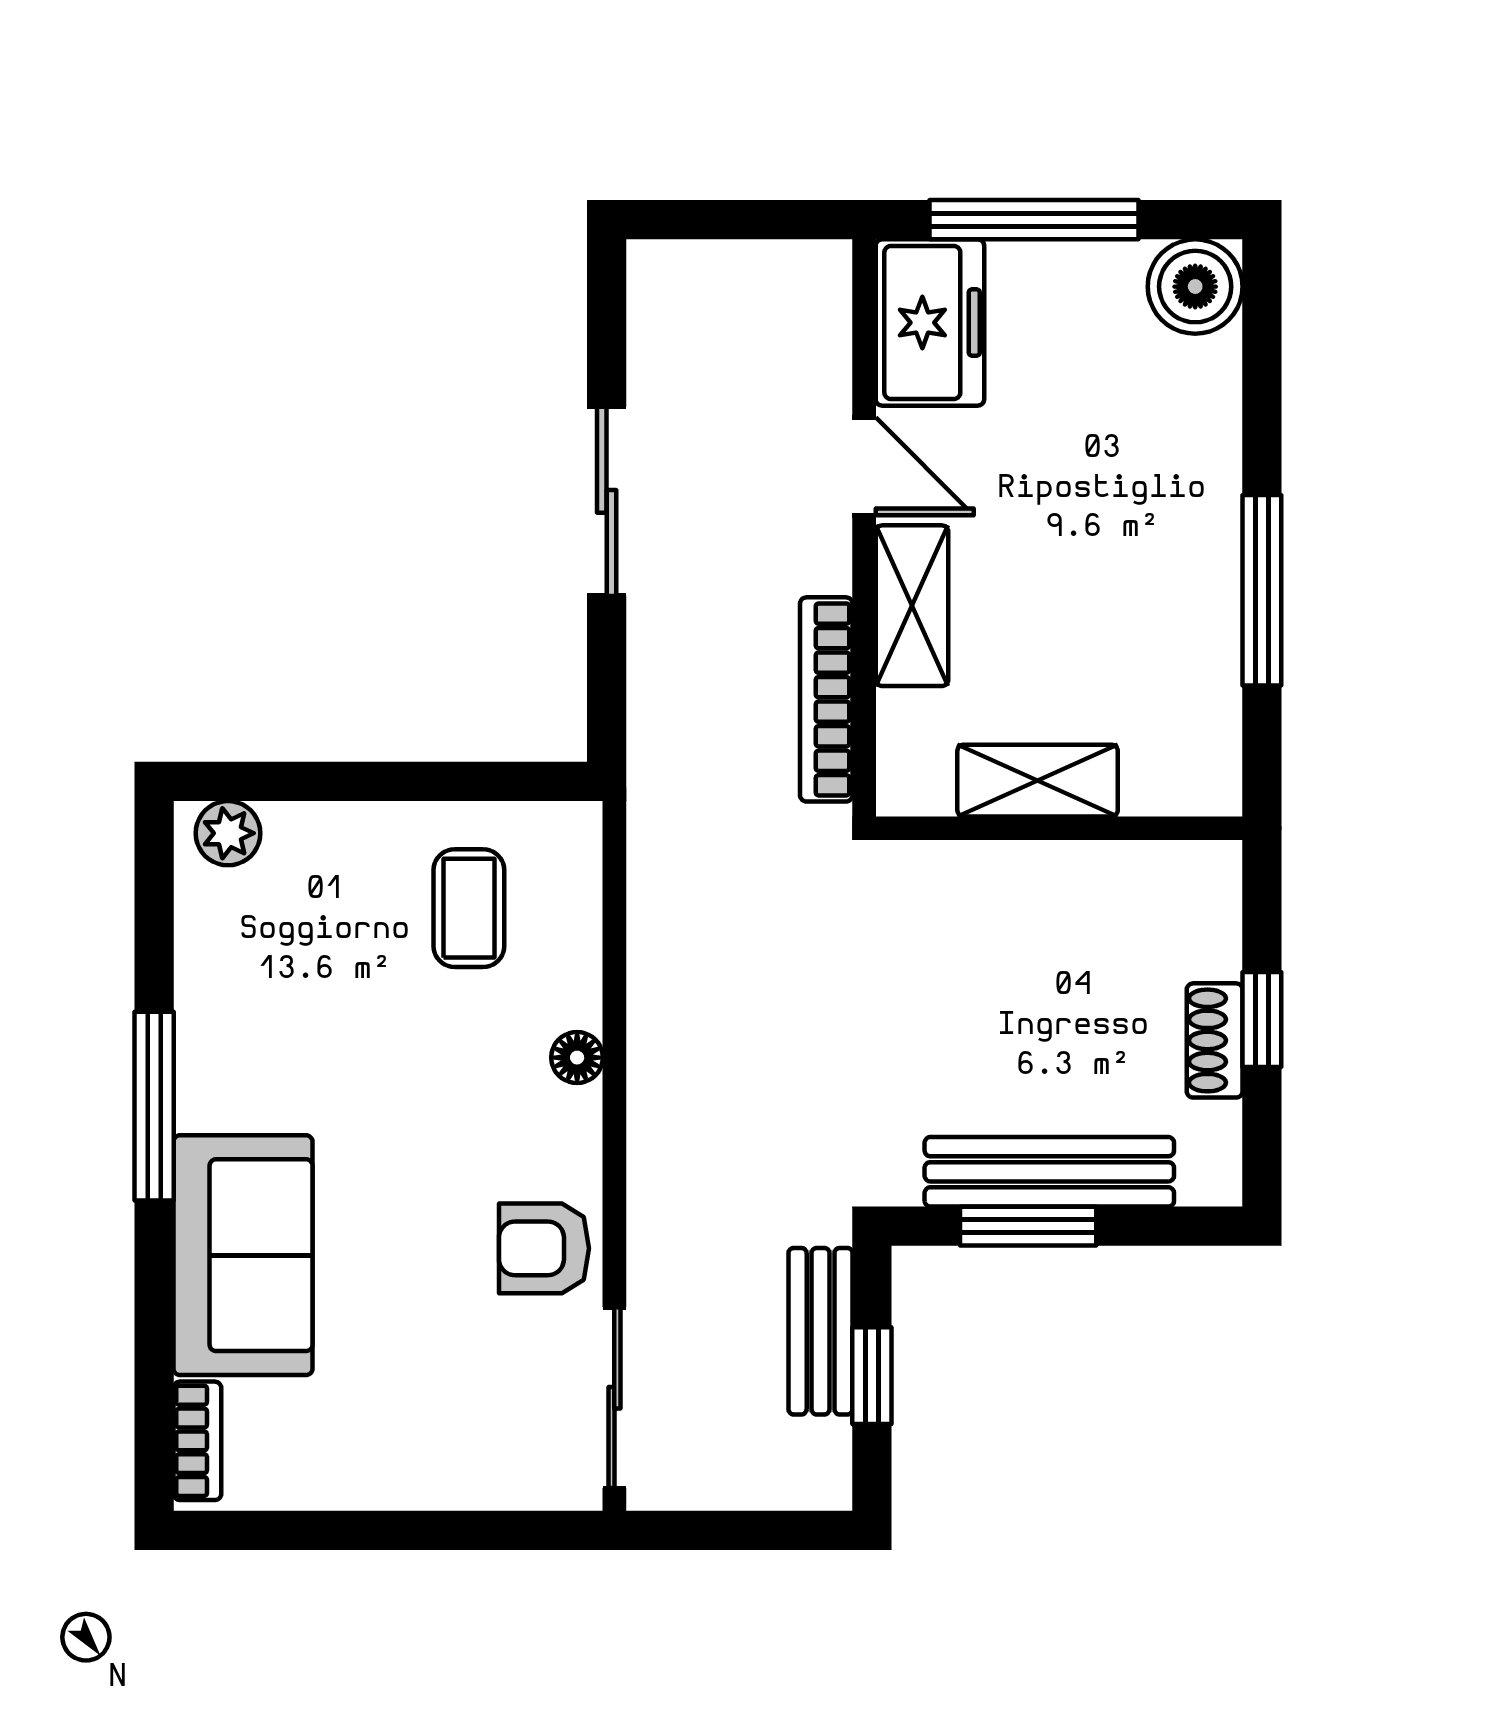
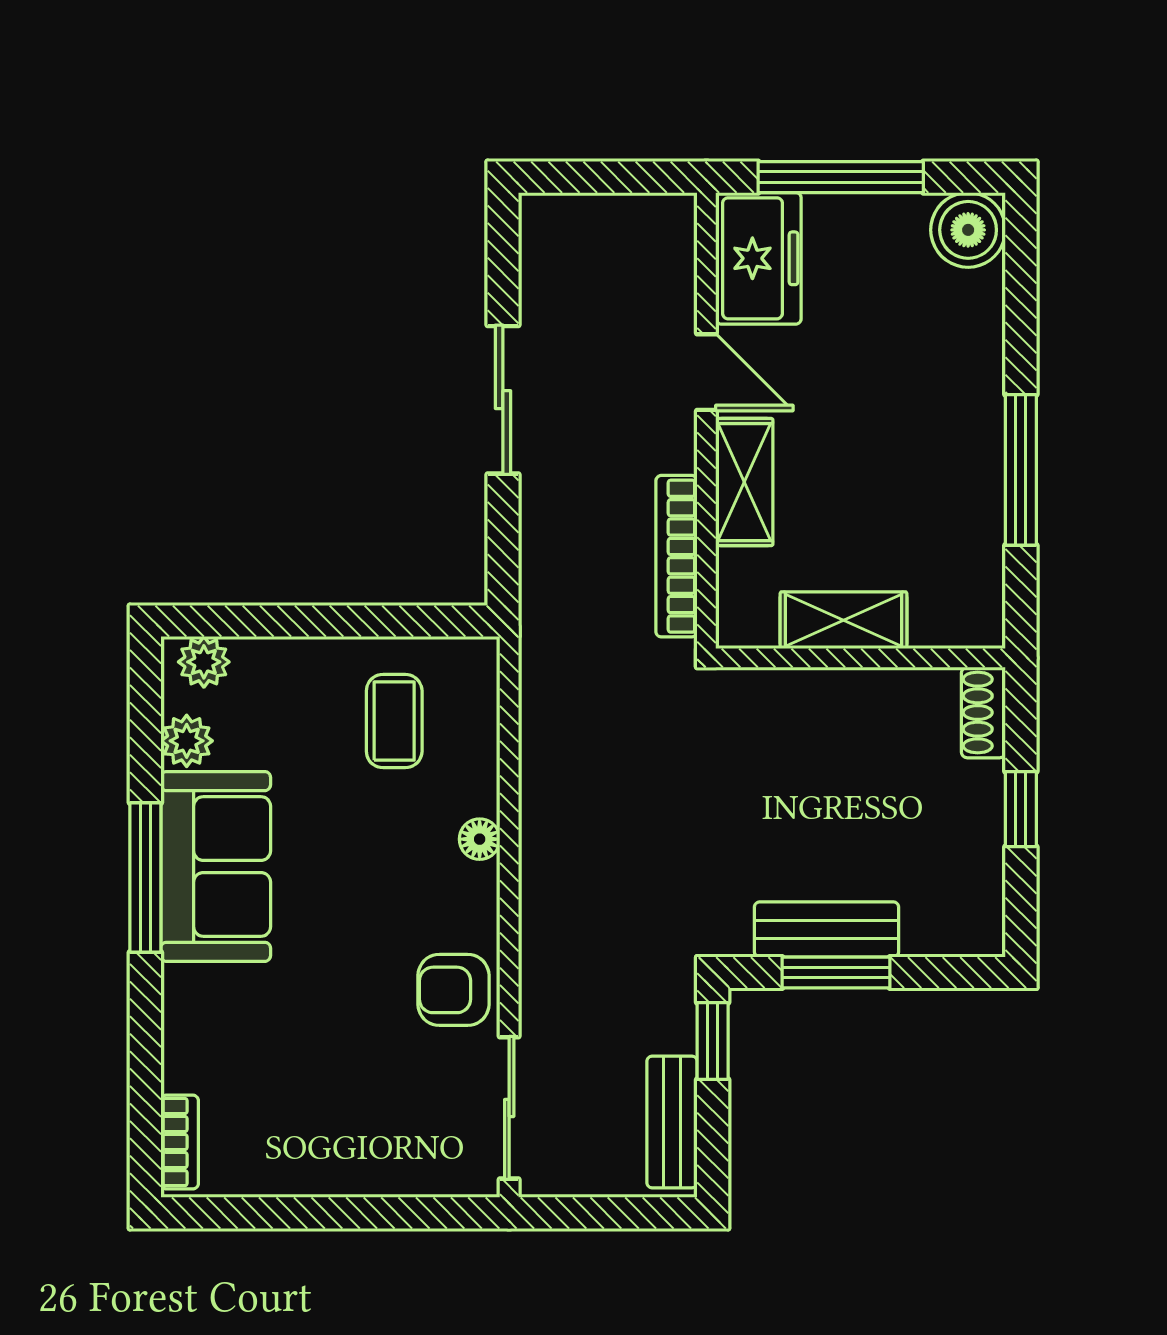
plant: (206, 933) -> (187, 741), added
shoe rack: (1215, 1040) -> (983, 713), moved
bench: (1049, 1172) -> (827, 929), width x0.73
sofa: (243, 1255) -> (216, 866), moved
bench: (821, 1331) -> (672, 1122), moved
window: (872, 1376) -> (713, 1041), moved

